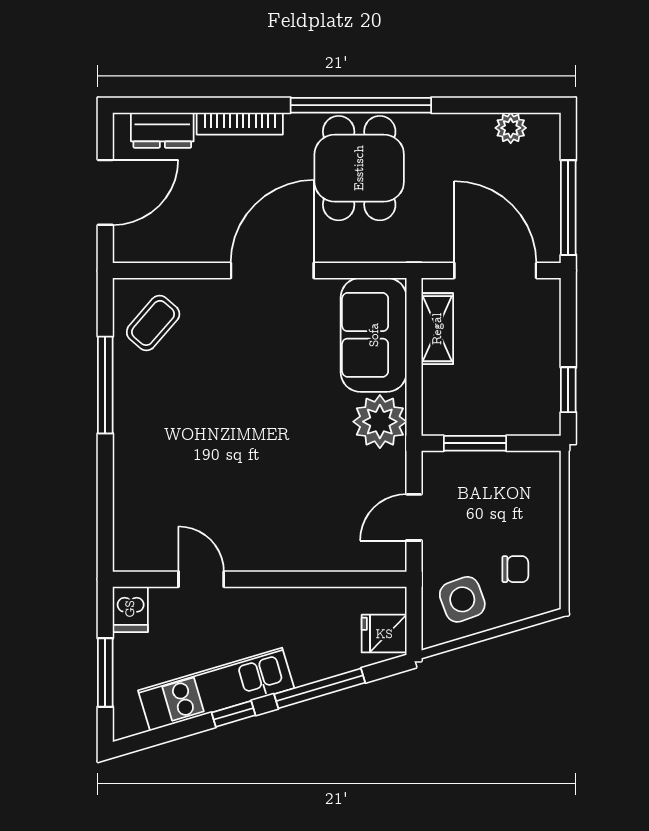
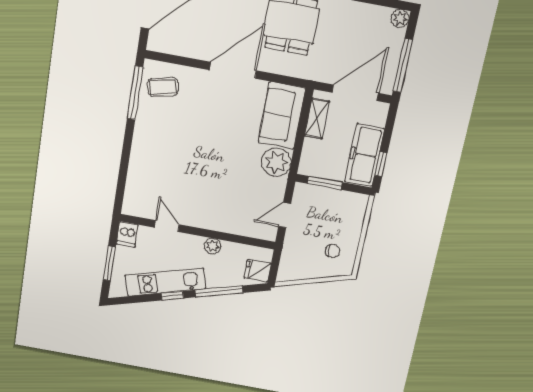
plant: (511, 128) -> (400, 18), moved
door: (495, 271) -> (355, 93), hinge flipped
coffee table: (153, 323) -> (163, 87), turned 36
freezer: (535, 379) -> (364, 155), added
window: (105, 385) -> (135, 93), moved
side table: (462, 599) -> (302, 261), removed
plant: (292, 602) -> (213, 246), added

